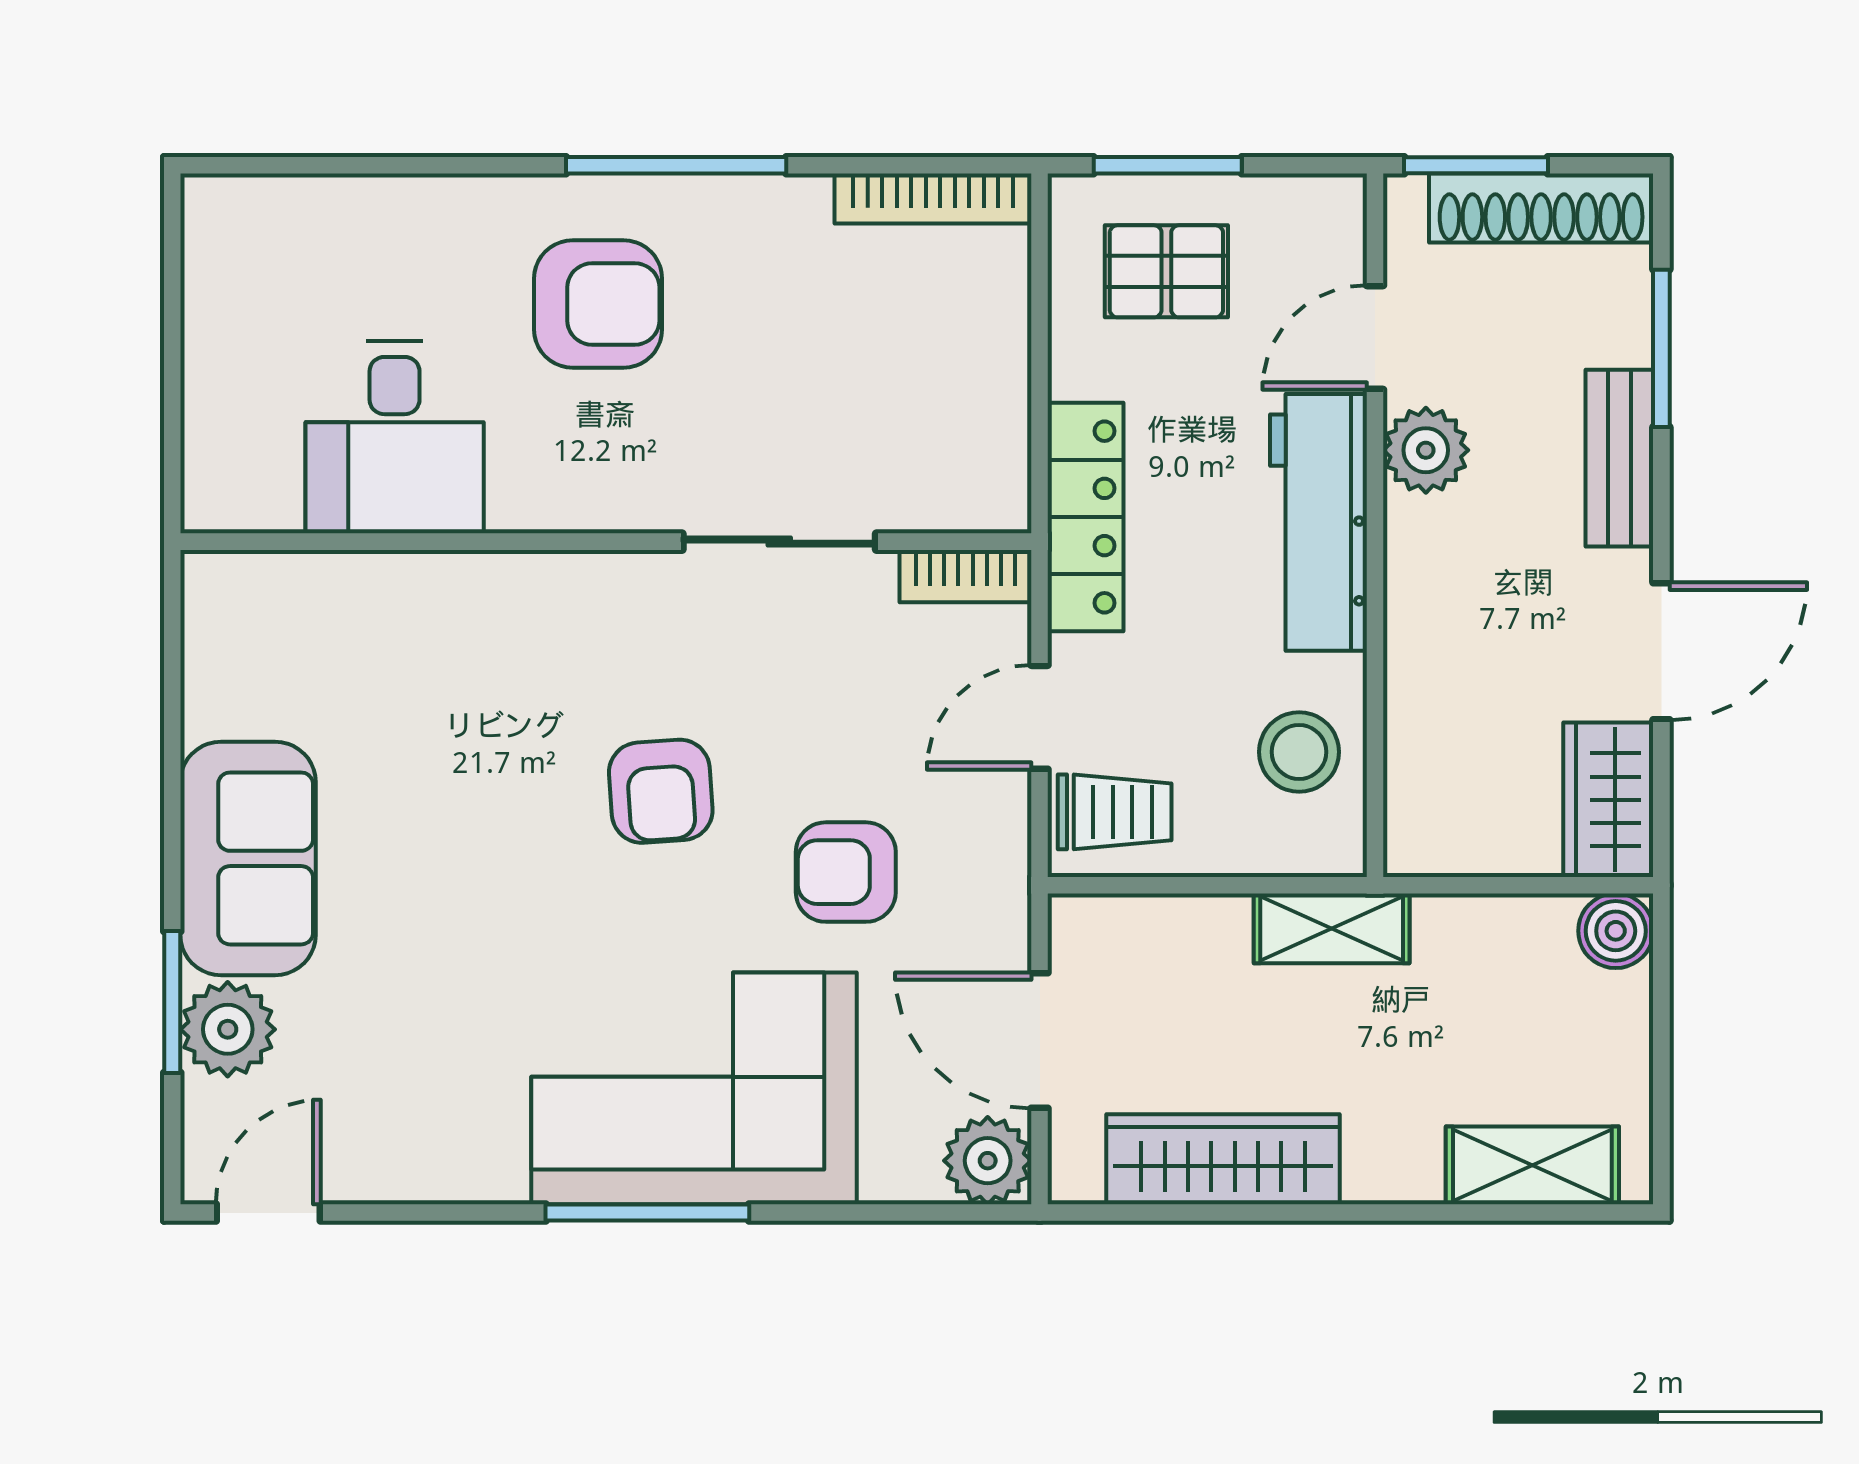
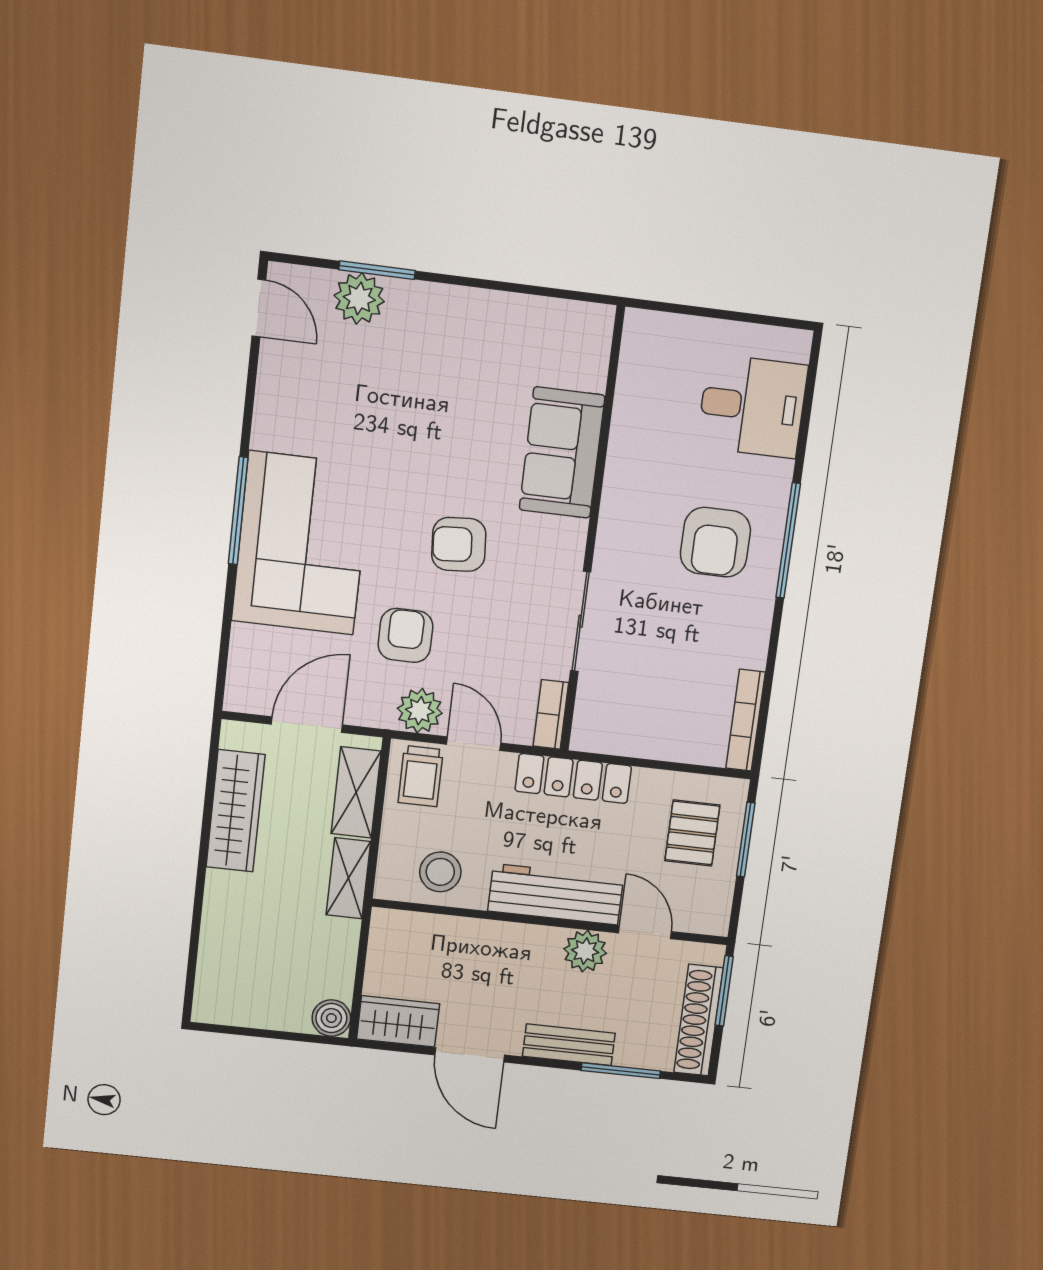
window: (676, 165) -> (788, 541), moved
desk: (395, 437) -> (752, 406), moved, turned 180
sofa: (248, 858) -> (562, 453), moved, turned 90
plant: (988, 1161) -> (420, 711), moved
shelving: (1532, 1165) -> (356, 792), moved

